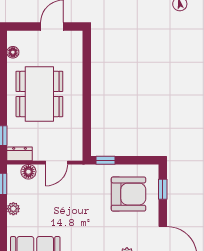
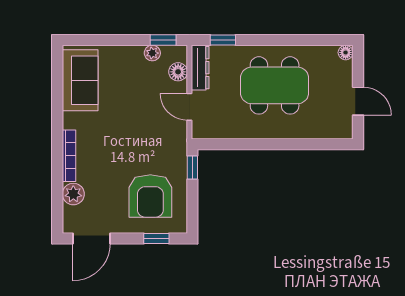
floor lamp: (13, 52) -> (346, 52), moved
dresser: (20, 154) -> (200, 68), width x1.44
plant: (13, 209) -> (152, 53), moved

